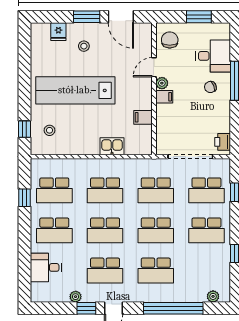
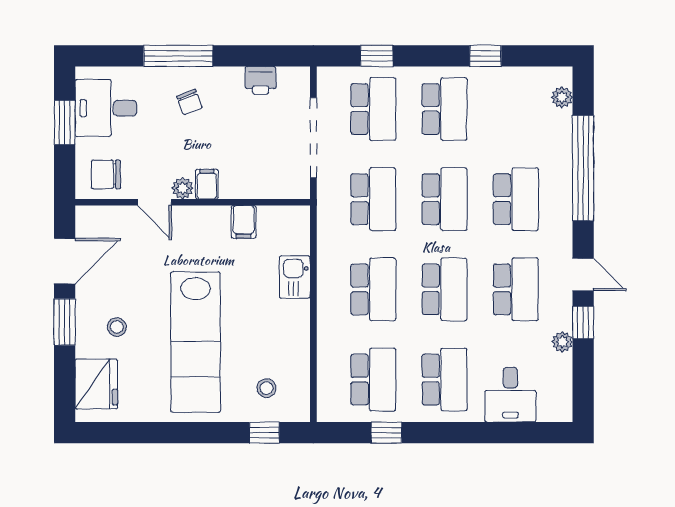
fridge: (58, 32) -> (96, 384), width x1.88, depth x1.34
desk: (213, 56) -> (106, 108), moved, turned -90
printer: (223, 142) -> (261, 80), moved

